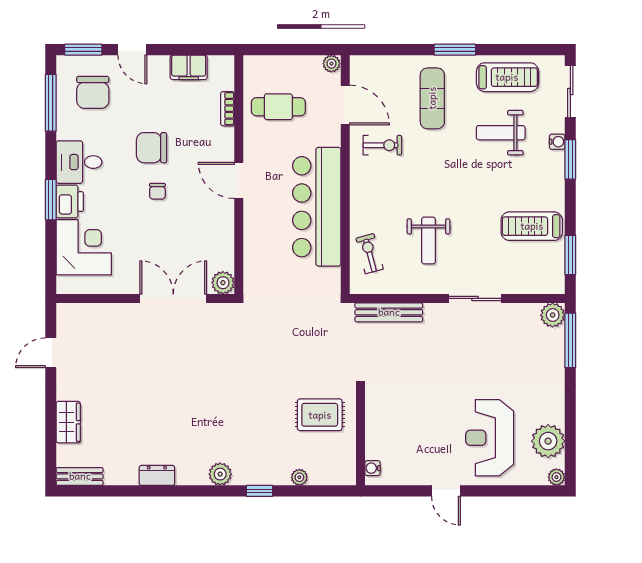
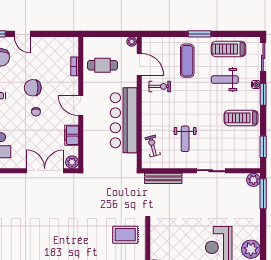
filing cabinet: (189, 67) -> (72, 135), moved, turned 90
treadmill: (507, 77) -> (229, 49), turned 180
treadmill: (532, 226) -> (241, 118), moved

